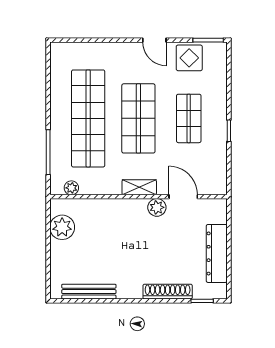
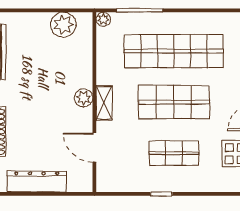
plant: (71, 188) -> (103, 19), moved
door: (183, 197) -> (94, 148), swing flipped
plant: (157, 207) -> (84, 98), moved

